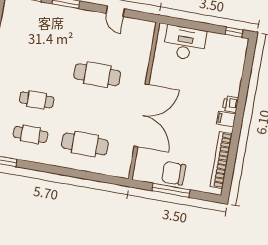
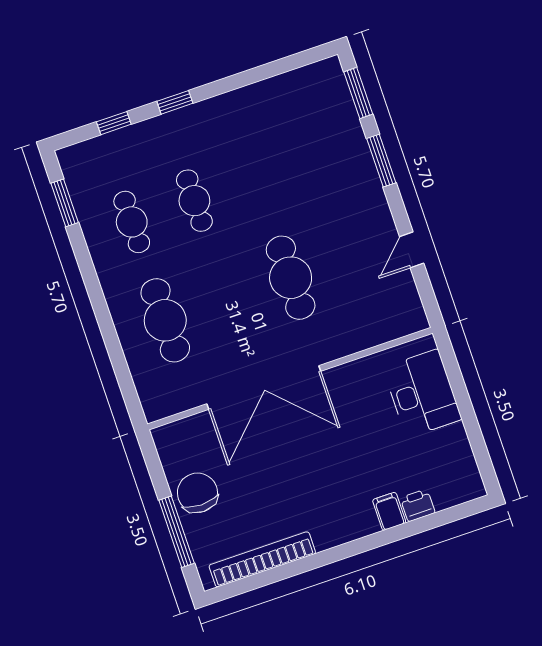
window: (234, 32) -> (485, 465), removed
printer: (230, 104) -> (418, 505), moved
filing cabinet: (226, 119) -> (389, 511), moved
window: (171, 190) -> (177, 532), moved

